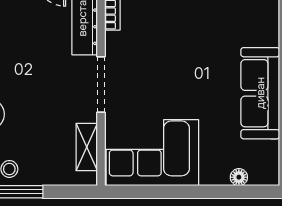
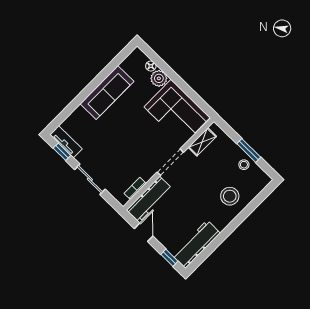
plant: (214, 172) -> (159, 78), added

